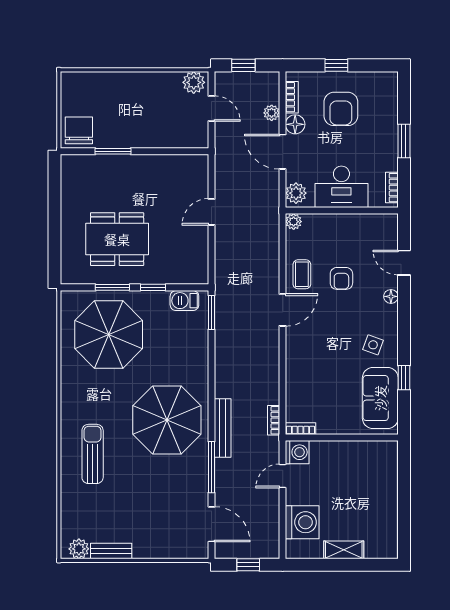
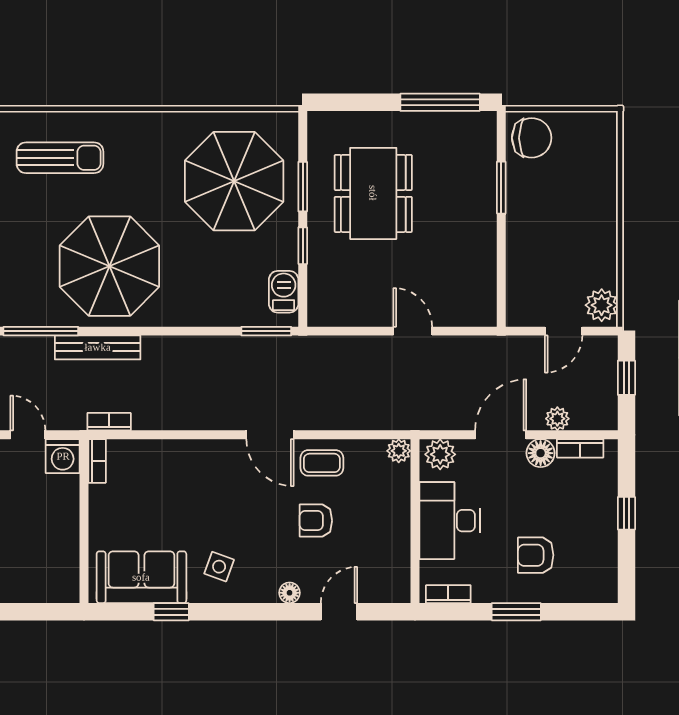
armchair: (341, 109) -> (536, 555), moved, width x0.72, depth x0.72
window: (55, 193) -> (440, 102), added

